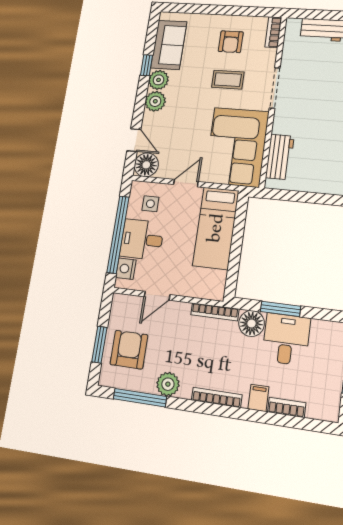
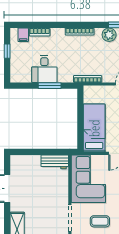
workbench: (280, 157) -> (55, 162), moved, turned -90
floor lamp: (251, 323) -> (65, 75), removed
filing cabinet: (258, 398) -> (23, 35), moved

